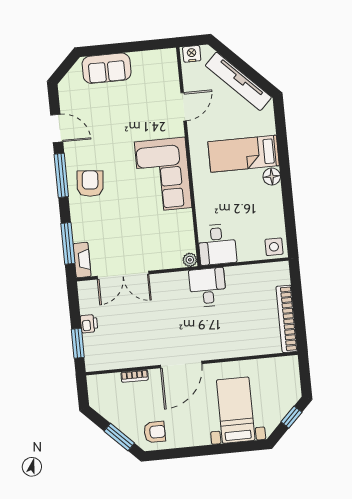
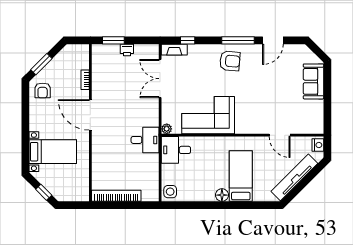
corner sofa: (163, 175) -> (208, 115), moved
window: (68, 243) -> (188, 40), width x0.46

